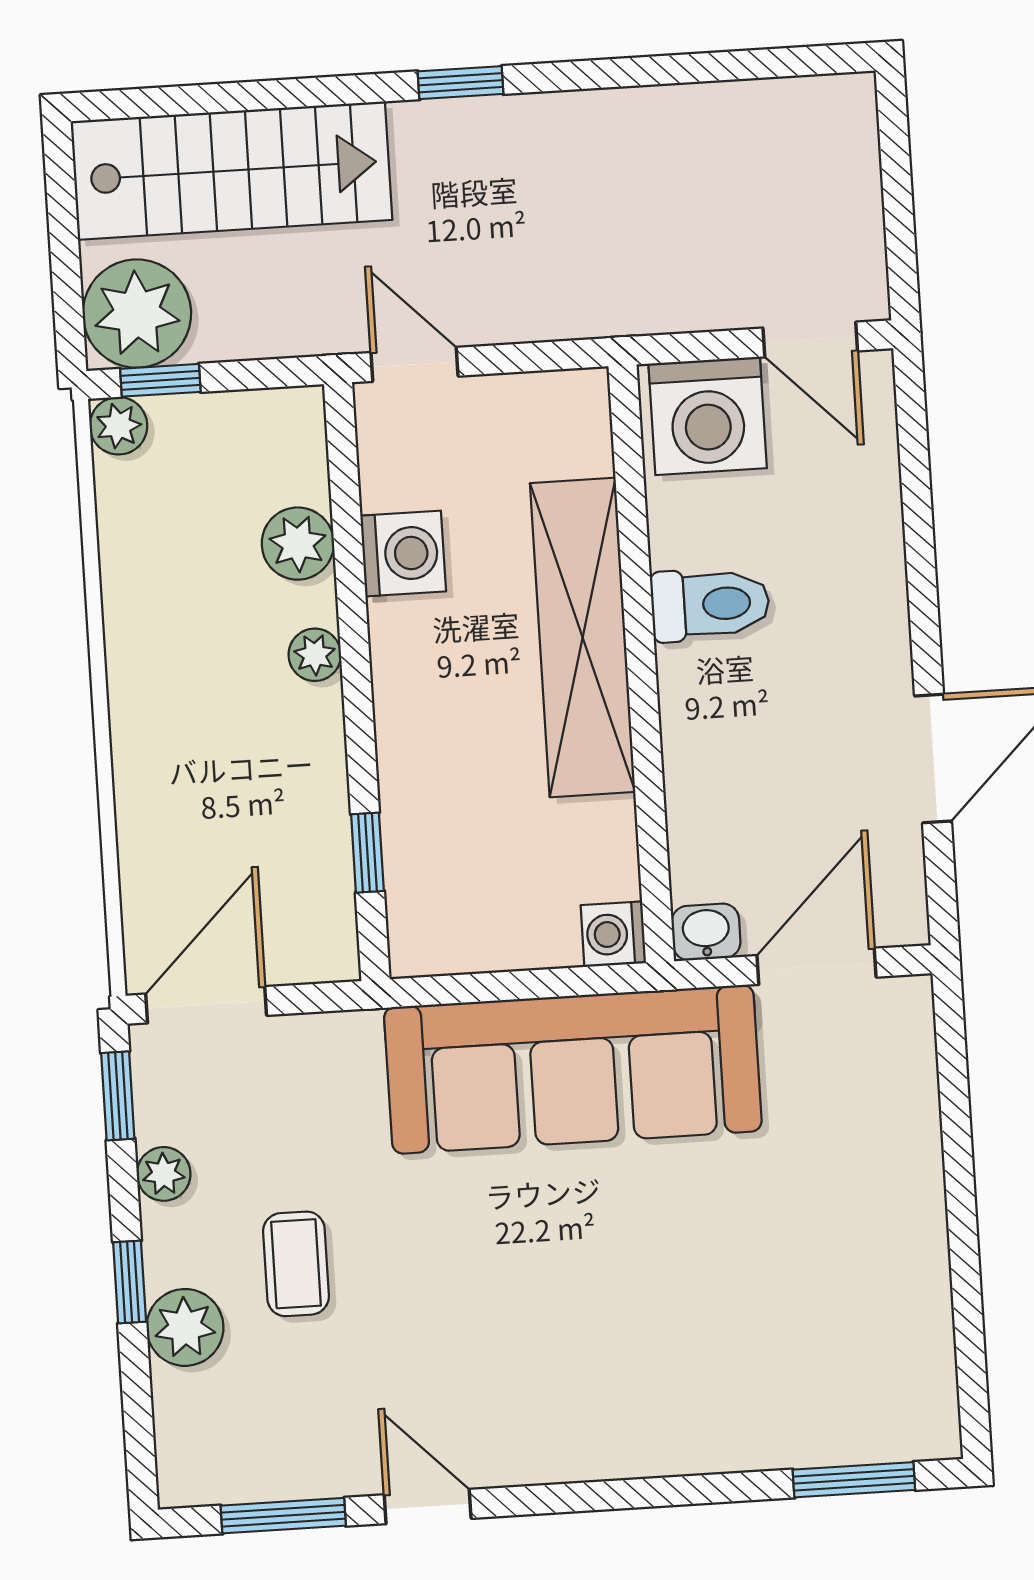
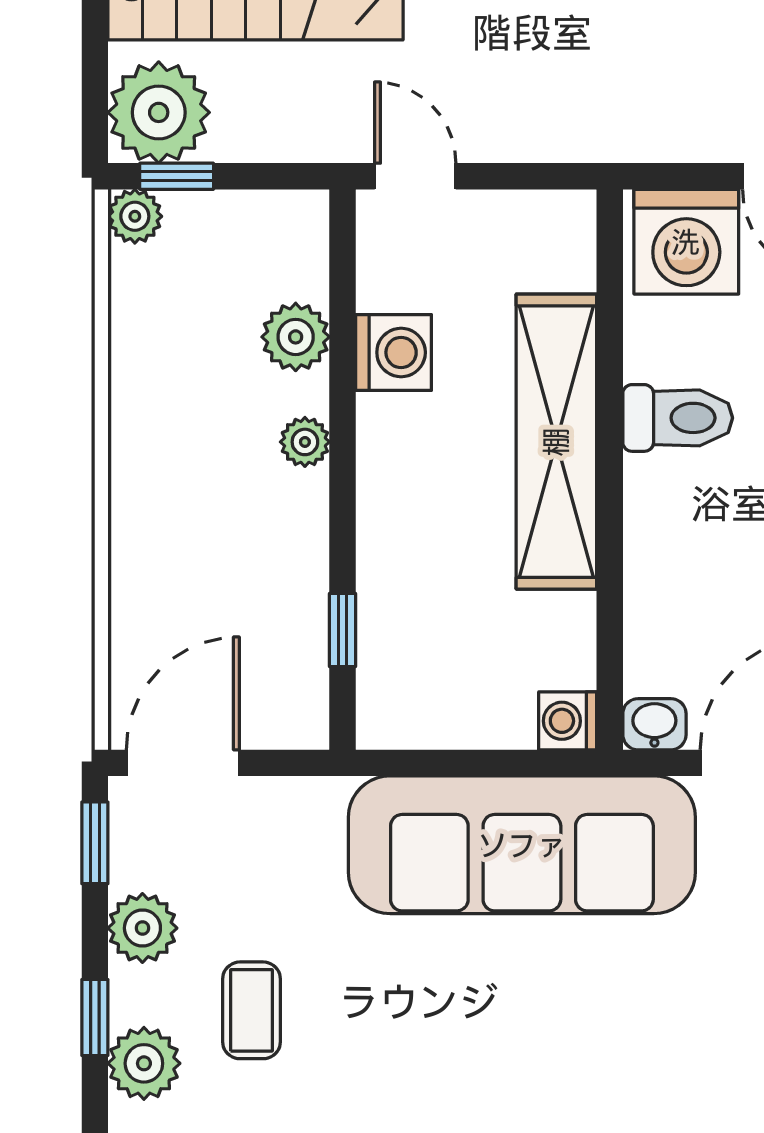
plant: (164, 1174) -> (142, 928), width x1.38, depth x1.38

